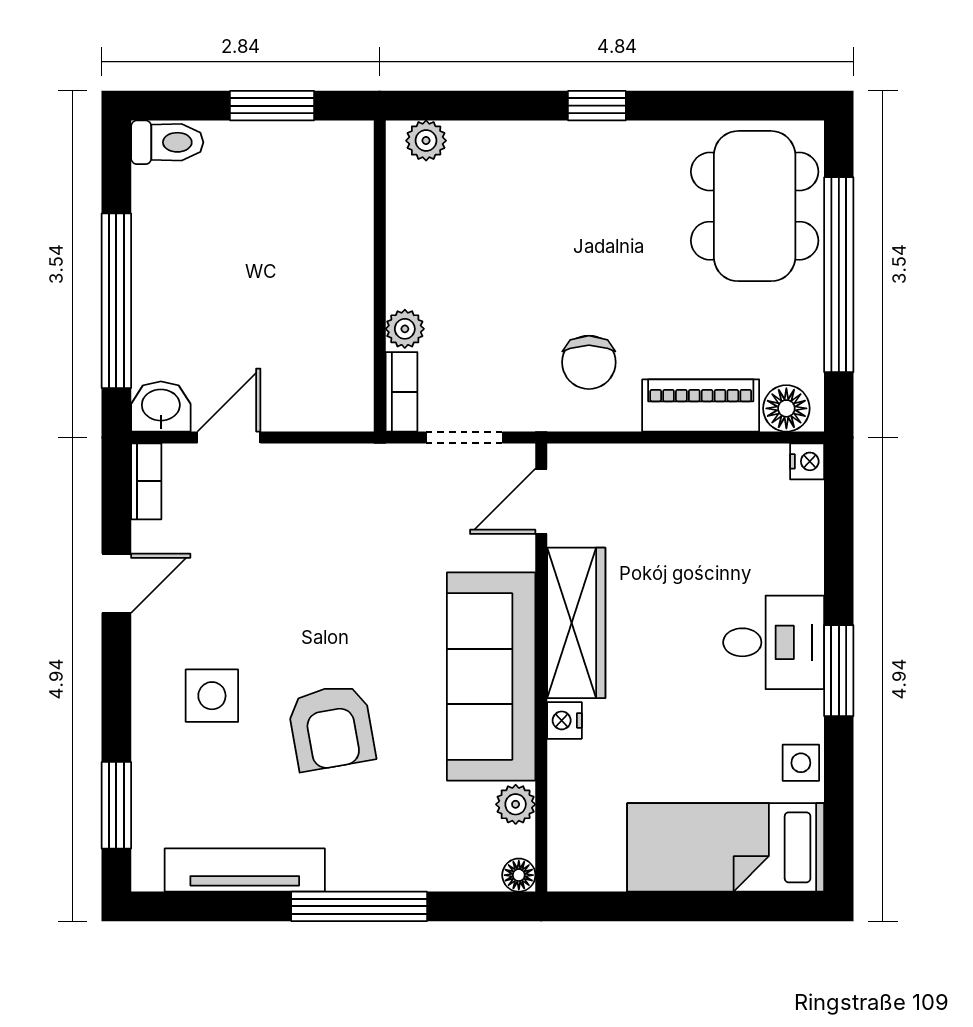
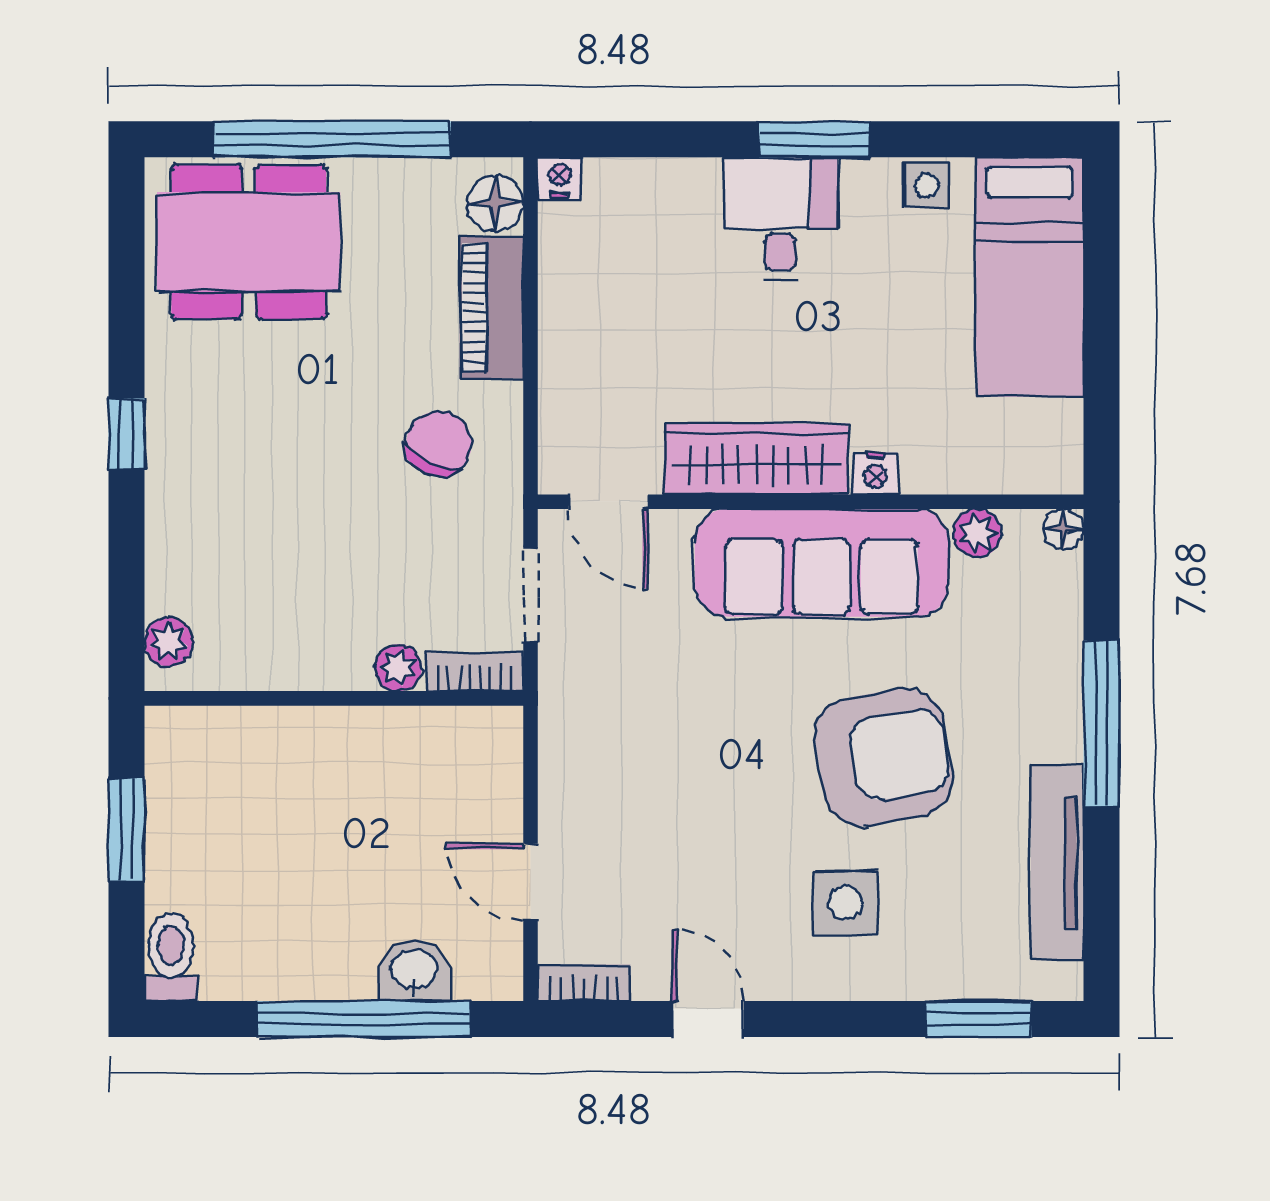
chair: (589, 362) -> (439, 444), turned -65
washbasin: (161, 406) -> (414, 971), moved, turned 90
armchair: (331, 727) -> (884, 757), width x1.36, depth x1.36

